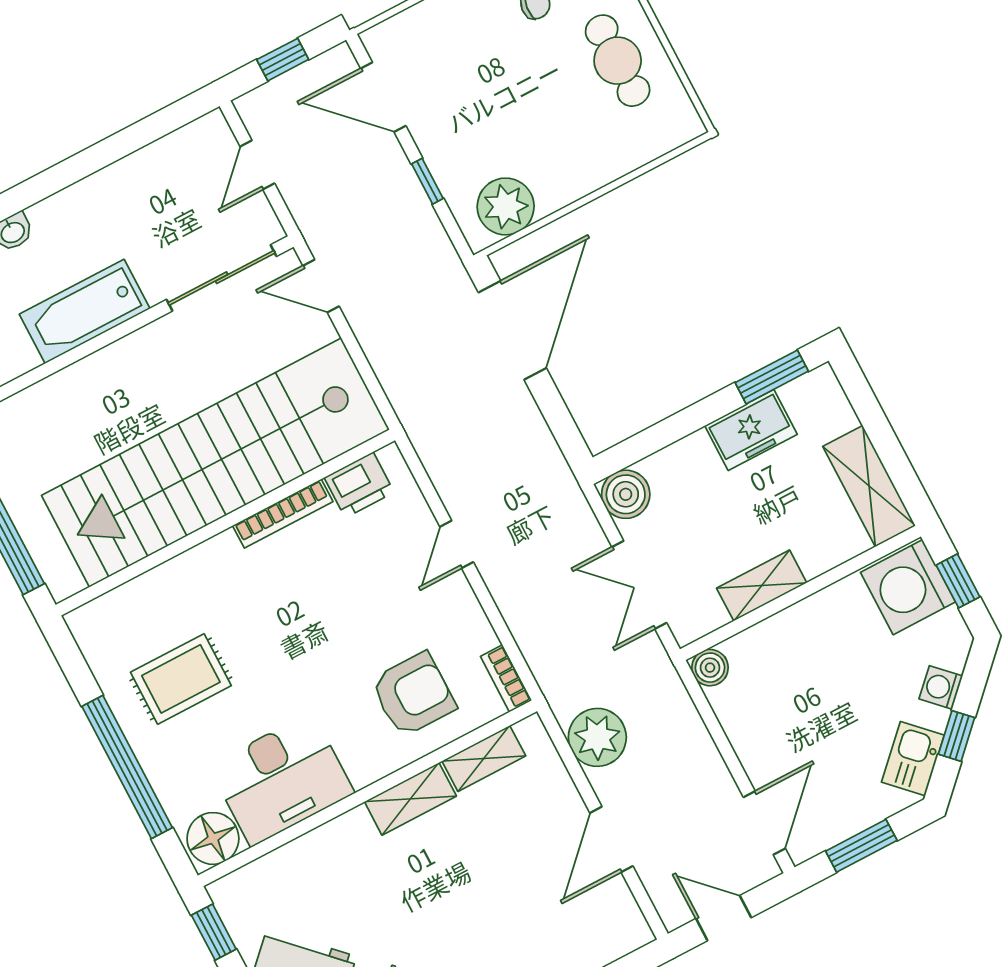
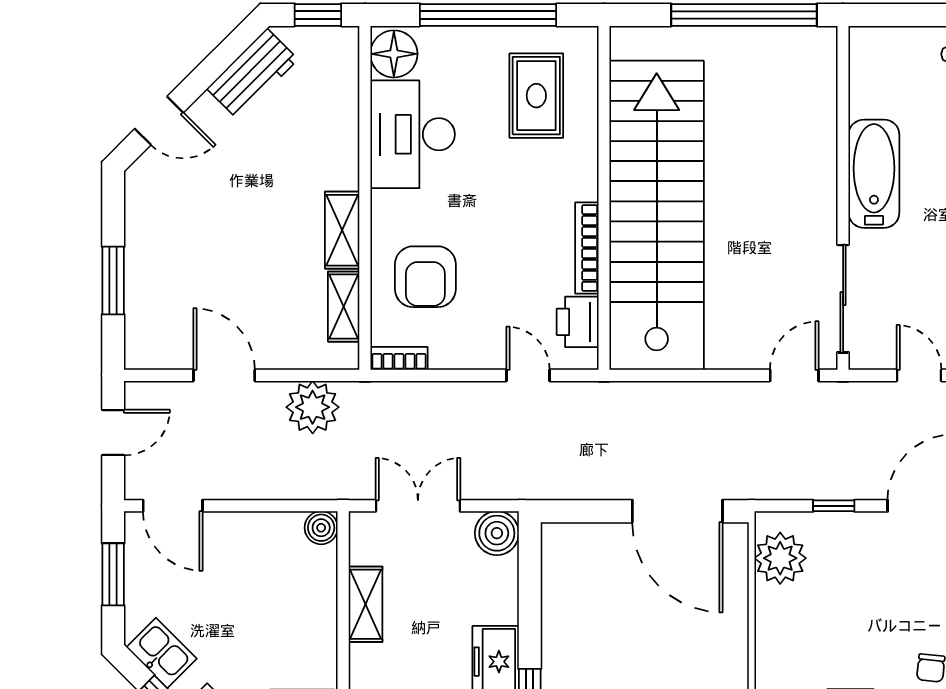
stairs: (215, 462) -> (657, 215), moved
printer: (359, 485) -> (578, 322), moved
bookcase: (283, 514) -> (587, 248), moved
wall: (225, 523) -> (604, 198), moved

